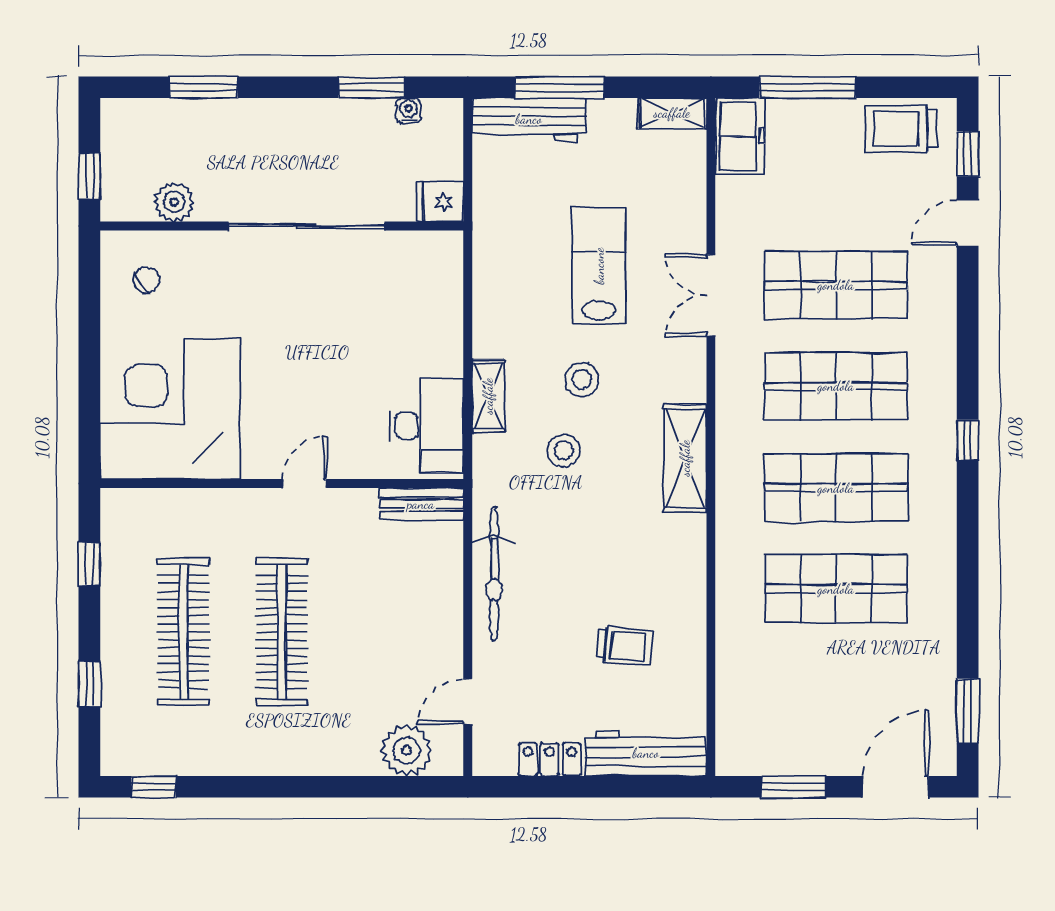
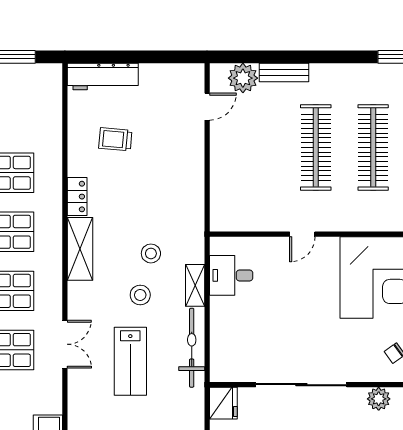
fridge: (440, 202) -> (223, 403), width x1.38
desk: (427, 426) -> (231, 275), width x0.73
bench: (421, 504) -> (284, 73), moved
bicycle: (494, 574) -> (192, 348), moved
locker: (550, 759) -> (77, 197), moved, turned -90

